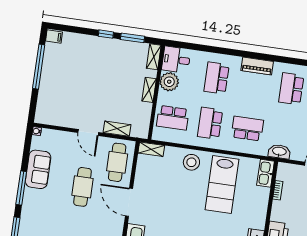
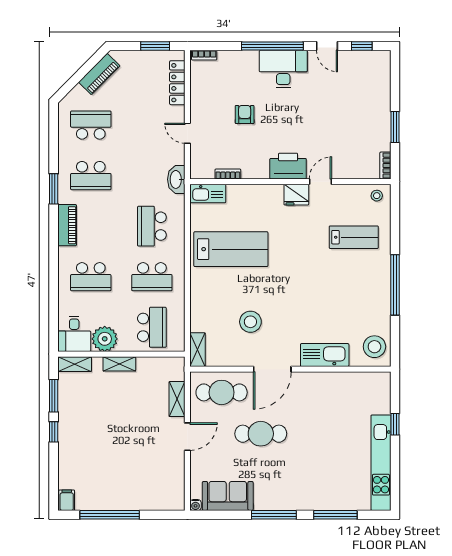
window: (285, 60) -> (54, 189), added
stool: (191, 162) -> (250, 322), moved
sofa: (38, 169) -> (228, 496), moved

